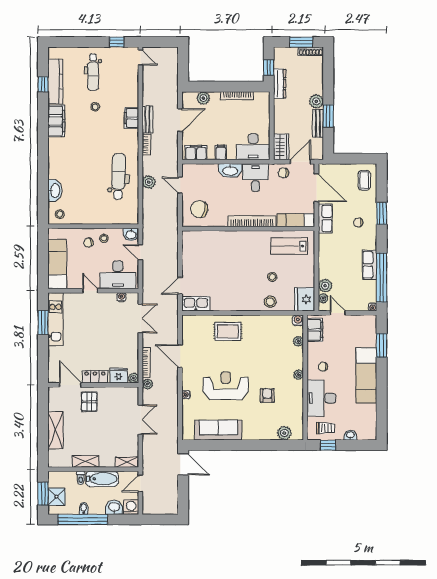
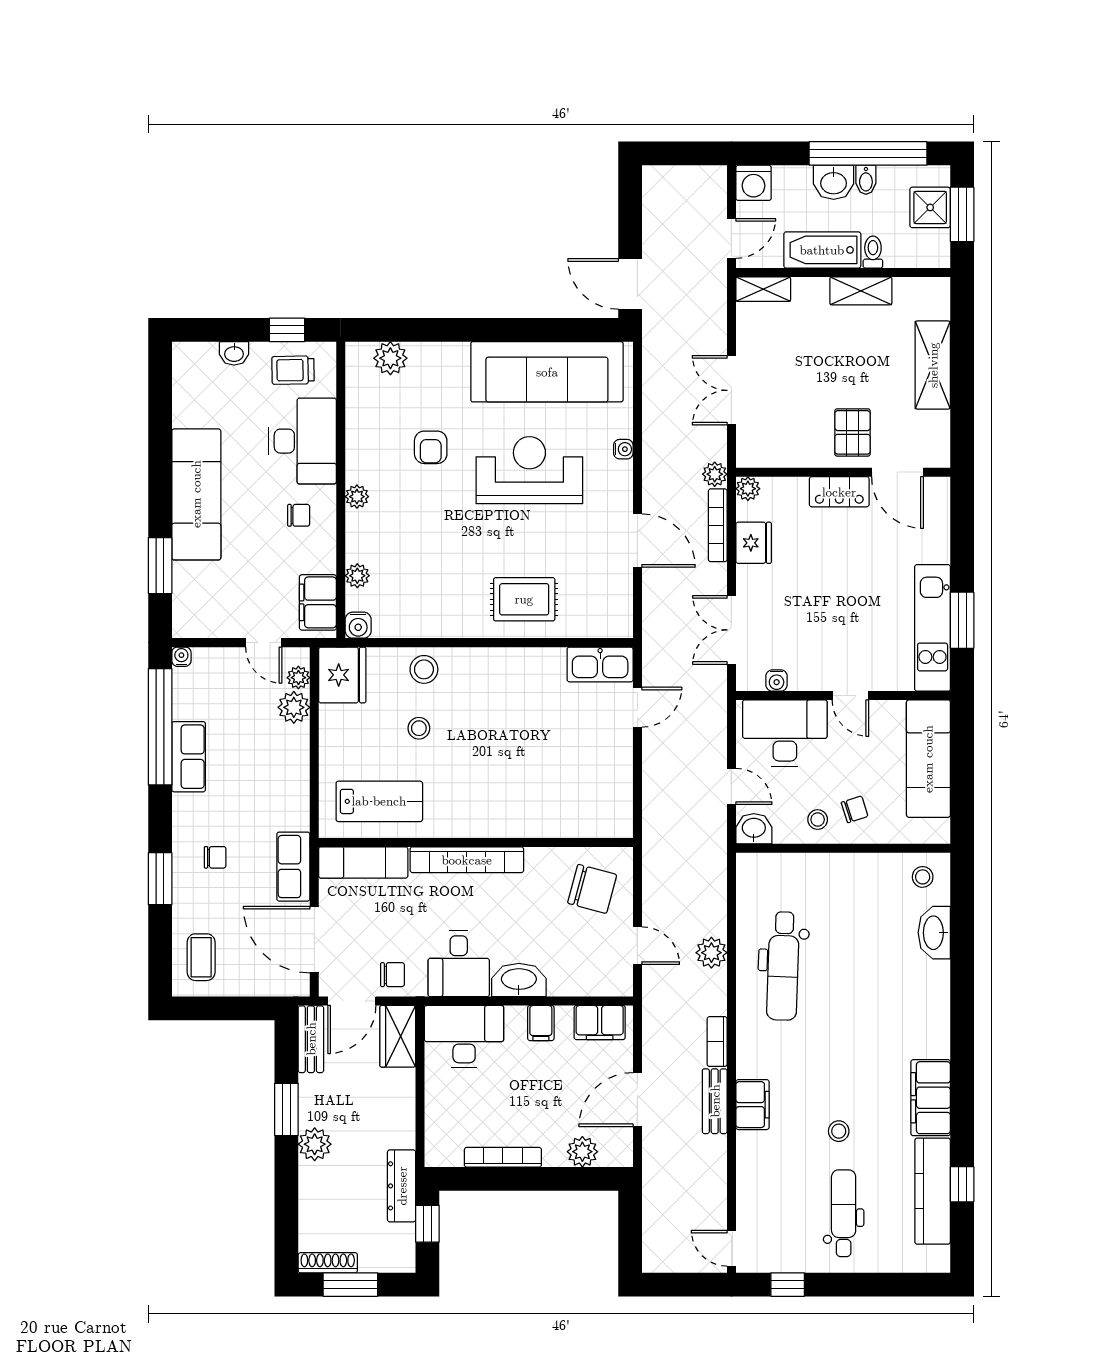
bench: (318, 123) -> (311, 1039), moved
fridge: (119, 376) -> (754, 543), moved, turned -90
reception desk: (226, 386) -> (529, 470), turned 180
sofa: (218, 430) -> (547, 372), width x1.36, depth x1.27
washbasin: (114, 507) -> (834, 182), moved

